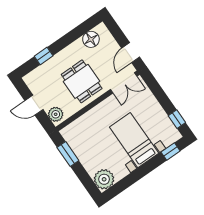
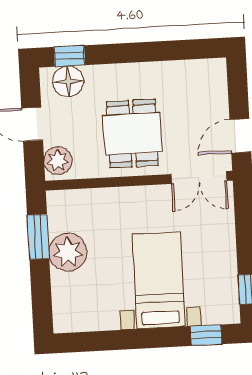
floor lamp: (91, 39) -> (68, 81), moved
window: (44, 56) -> (69, 56), moved
plant: (104, 179) -> (68, 252), moved

